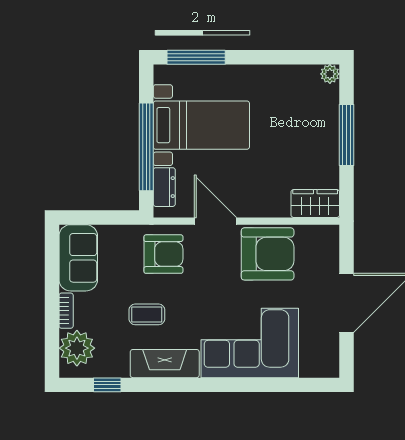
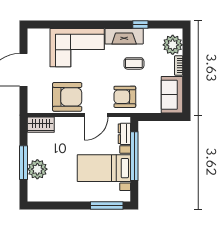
plant: (330, 74) -> (37, 169), moved, width x1.87, depth x1.87
door: (215, 221) -> (96, 115), hinge flipped
armchair: (268, 254) -> (67, 97), turned 180
window: (107, 385) -> (140, 24), moved

